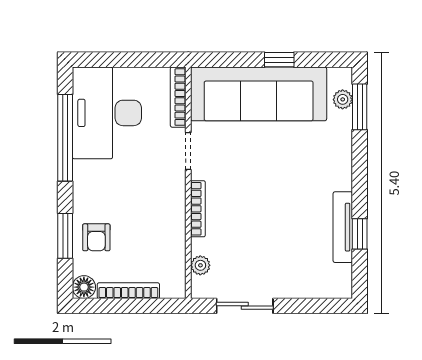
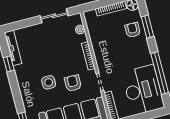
armchair: (242, 163) -> (73, 83), added
side table: (290, 177) -> (49, 82), added
tv unit: (343, 227) -> (13, 48), moved

